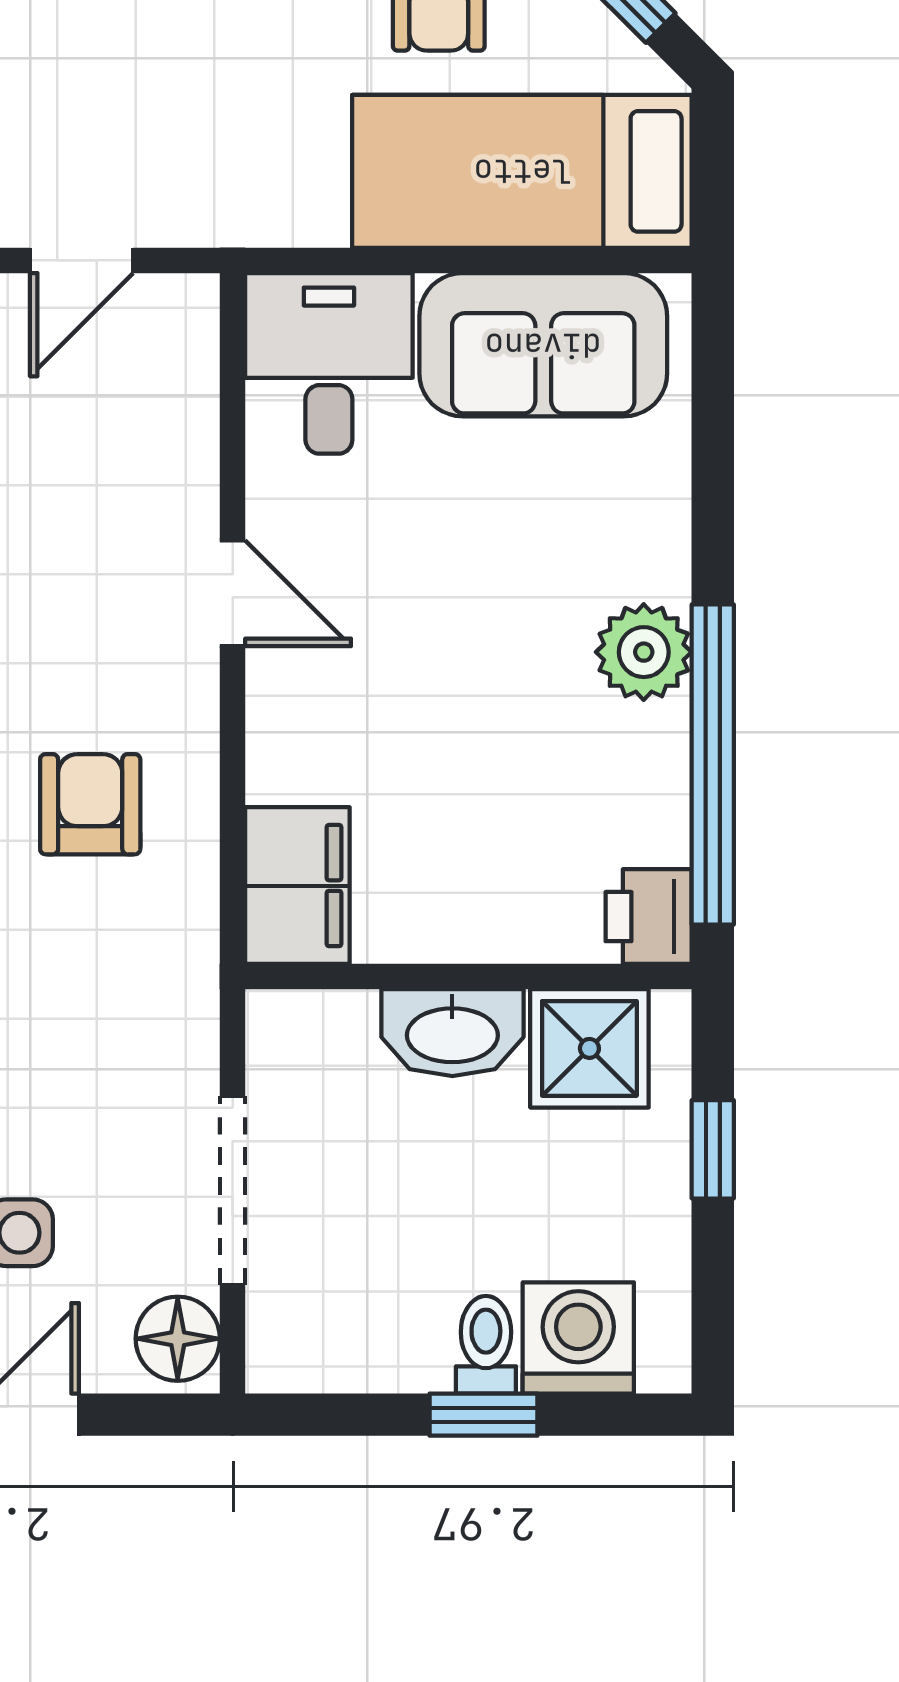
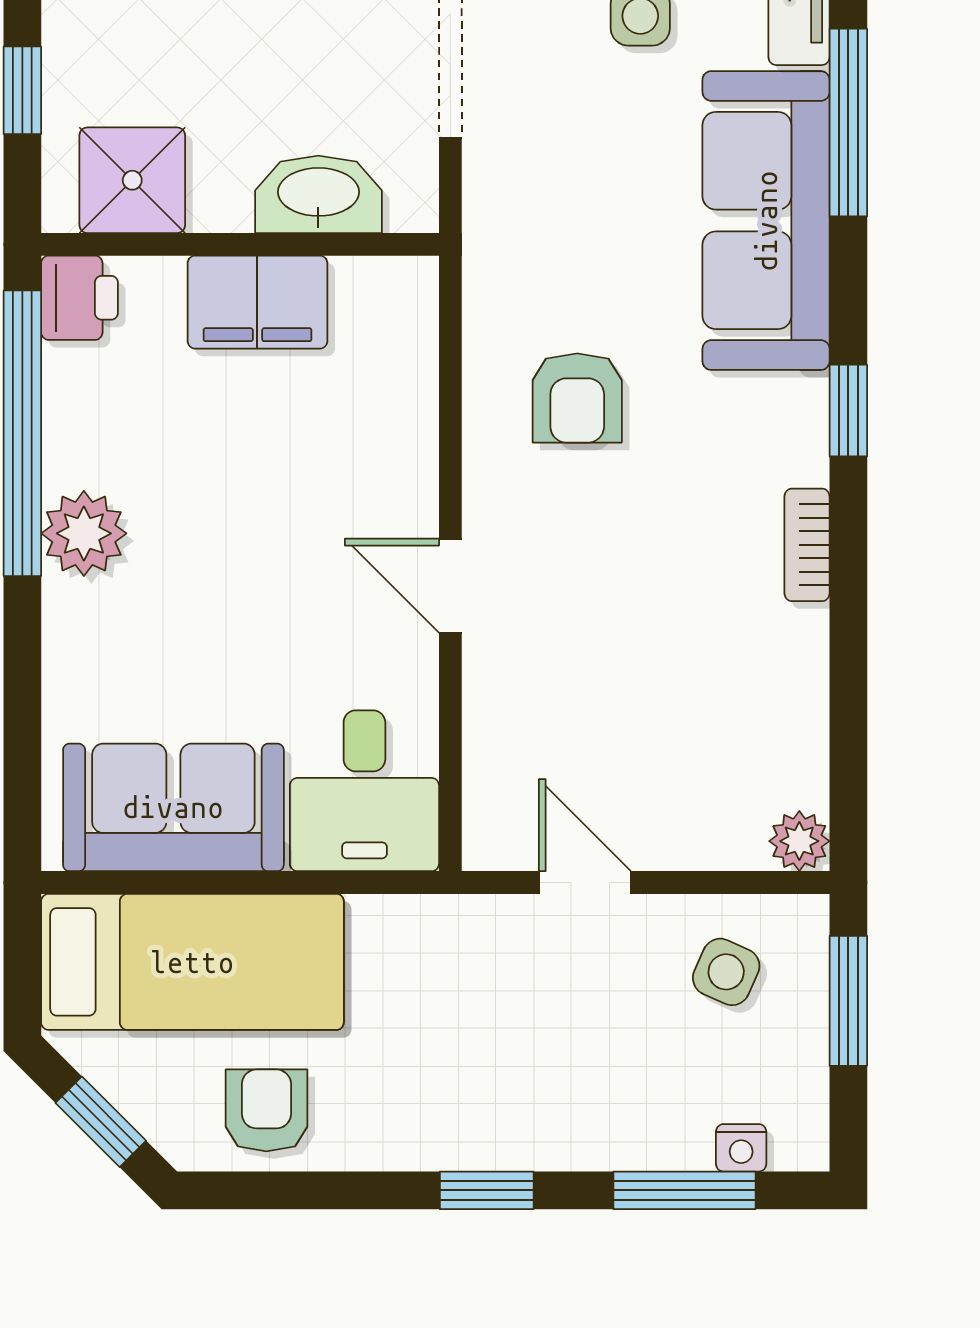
door: (82, 260) -> (585, 883), hinge flipped
filing cabinet: (297, 886) -> (257, 302), moved, turned -90
washbasin: (452, 1033) -> (318, 194), moved

